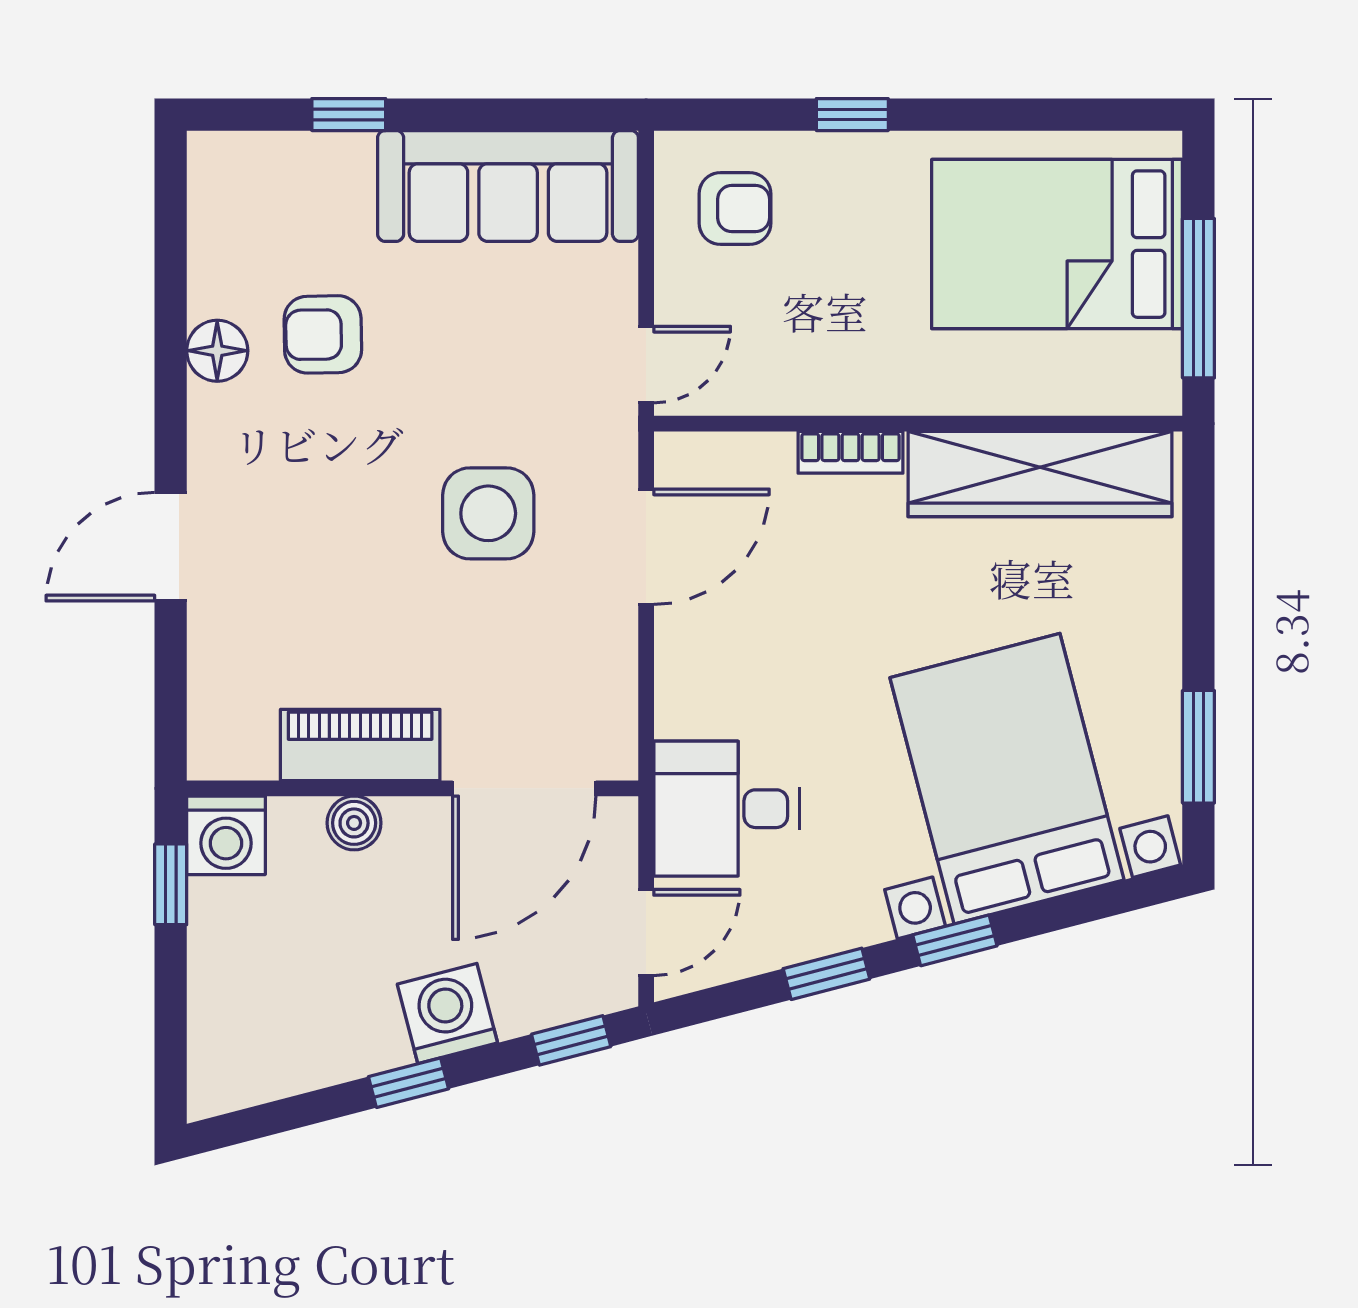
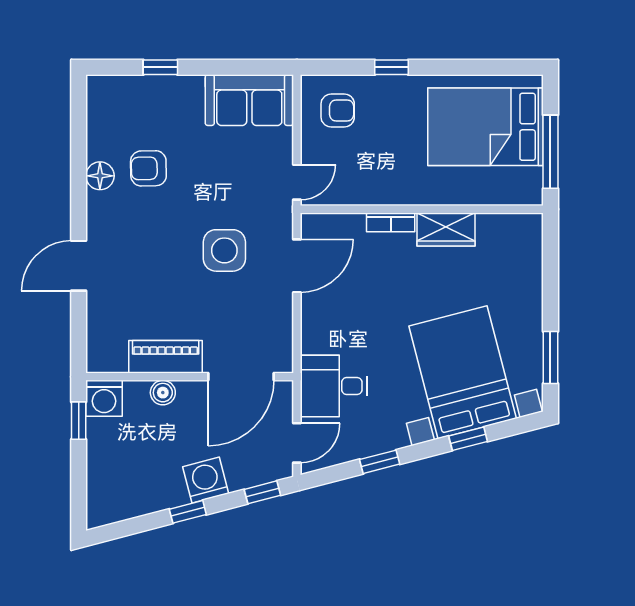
sofa: (508, 186) -> (249, 100), width x0.73
wardrobe: (1040, 474) -> (446, 229), width x0.48, depth x0.85
window: (955, 940) -> (468, 439), moved

